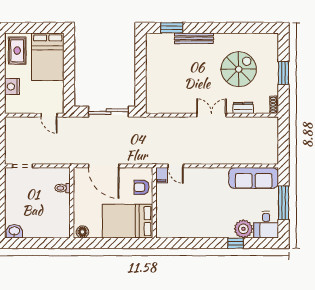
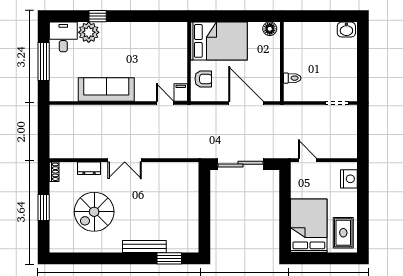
nightstand: (12, 87) -> (349, 179), moved
sofa: (254, 178) -> (106, 89), moved

